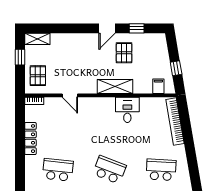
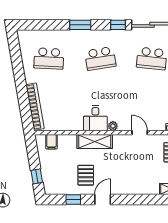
window: (176, 68) -> (37, 176), moved
plant: (97, 102) -> (113, 126), added
desk: (127, 110) -> (95, 118), moved
school desk: (109, 170) -> (100, 58), turned -30

